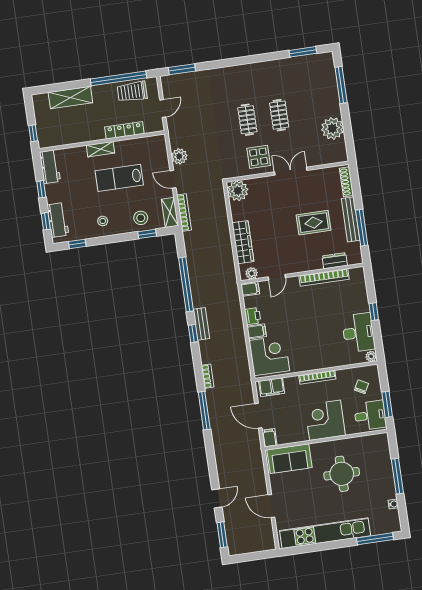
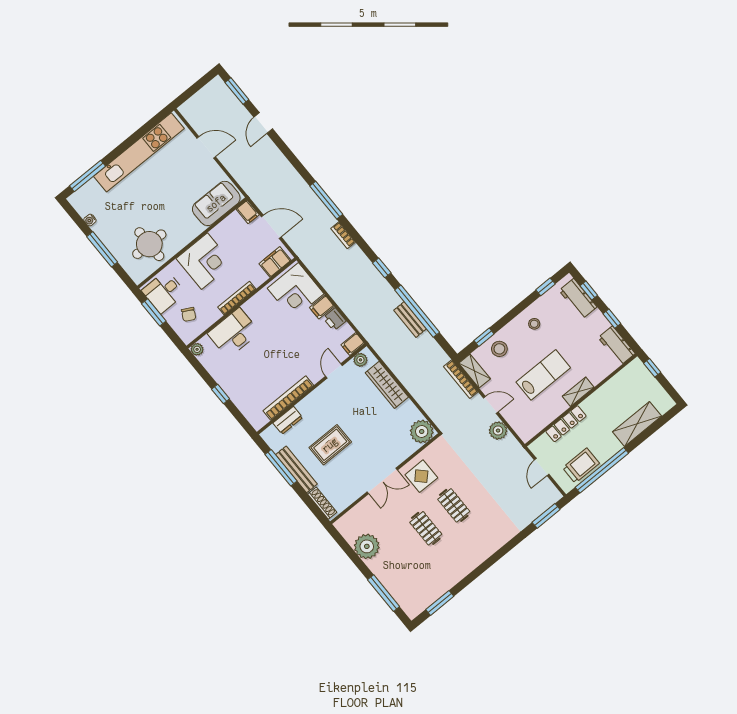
bench: (201, 324) -> (410, 319), moved
desk: (358, 333) -> (234, 333), moved, turned 90
round table: (342, 474) -> (149, 244), moved

